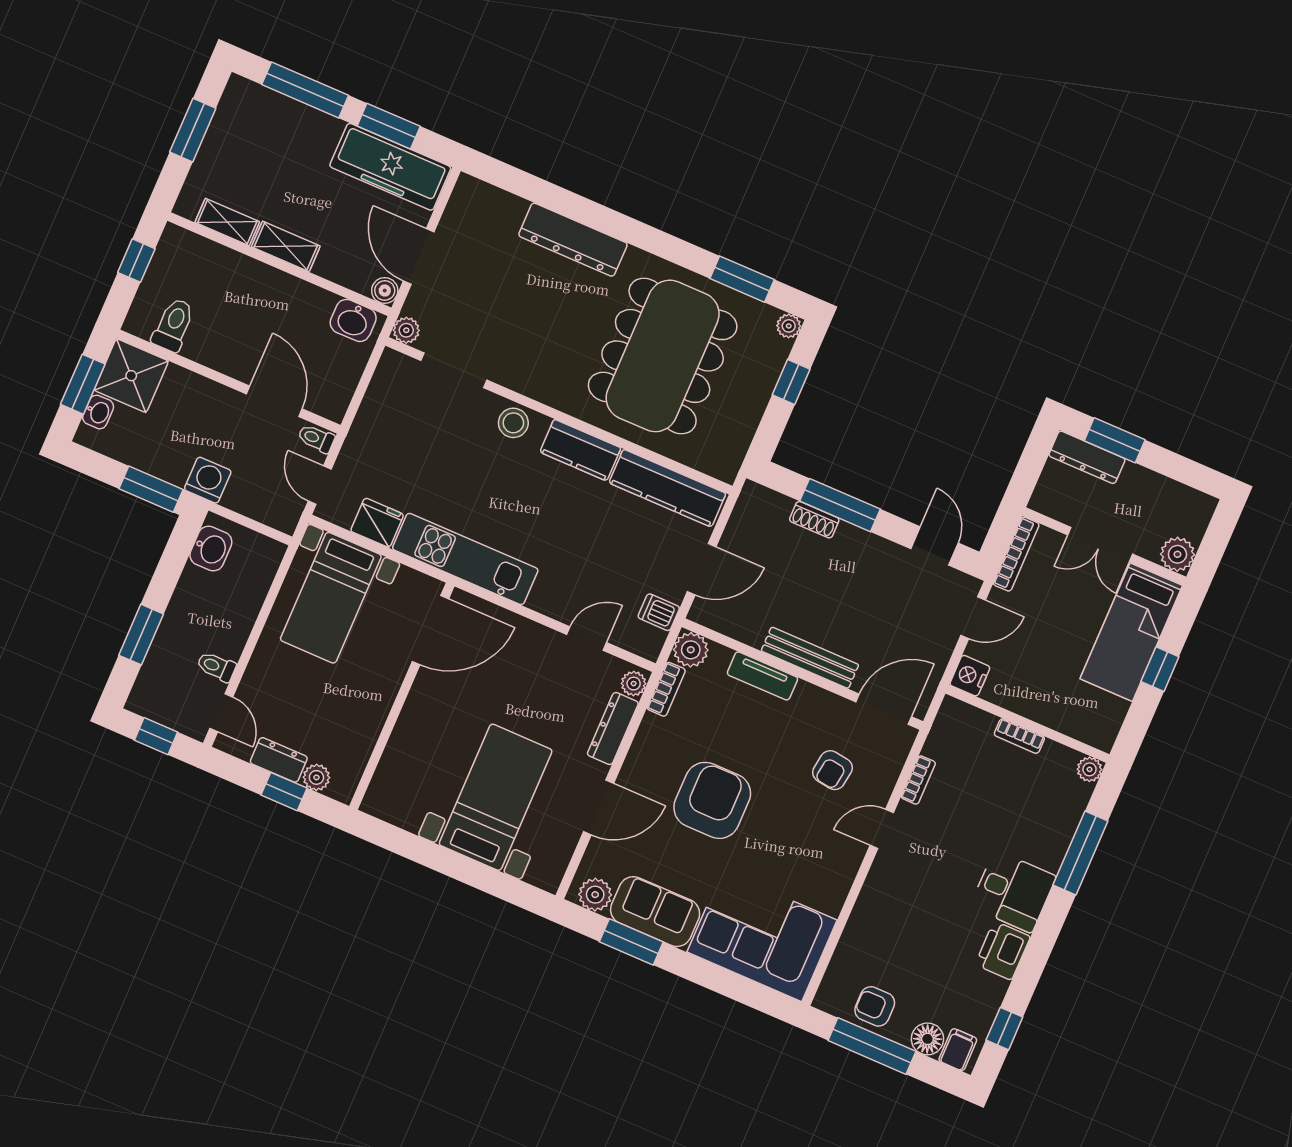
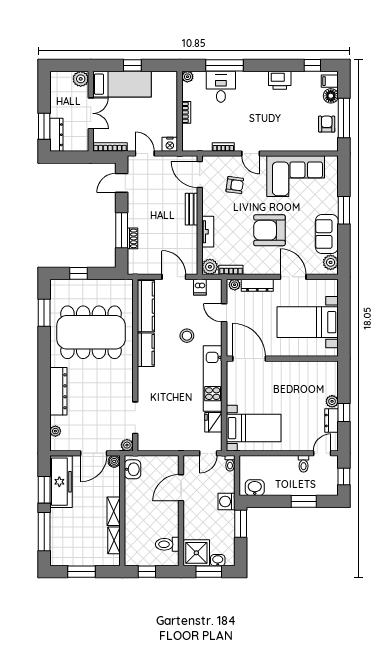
plant: (789, 326) -> (55, 431), moved
stool: (513, 423) -> (187, 336), moved
toilet: (316, 438) -> (230, 463), moved
door: (430, 630) -> (249, 359), moved
bench: (810, 658) -> (191, 209), width x0.73
wall: (402, 696) -> (282, 359), moved
desk: (1013, 891) -> (221, 87), moved
corner sofa: (762, 936) -> (296, 176), moved, turned -90
window: (631, 942) -> (344, 210), moved
armchair: (875, 1006) -> (327, 124), turned 180

